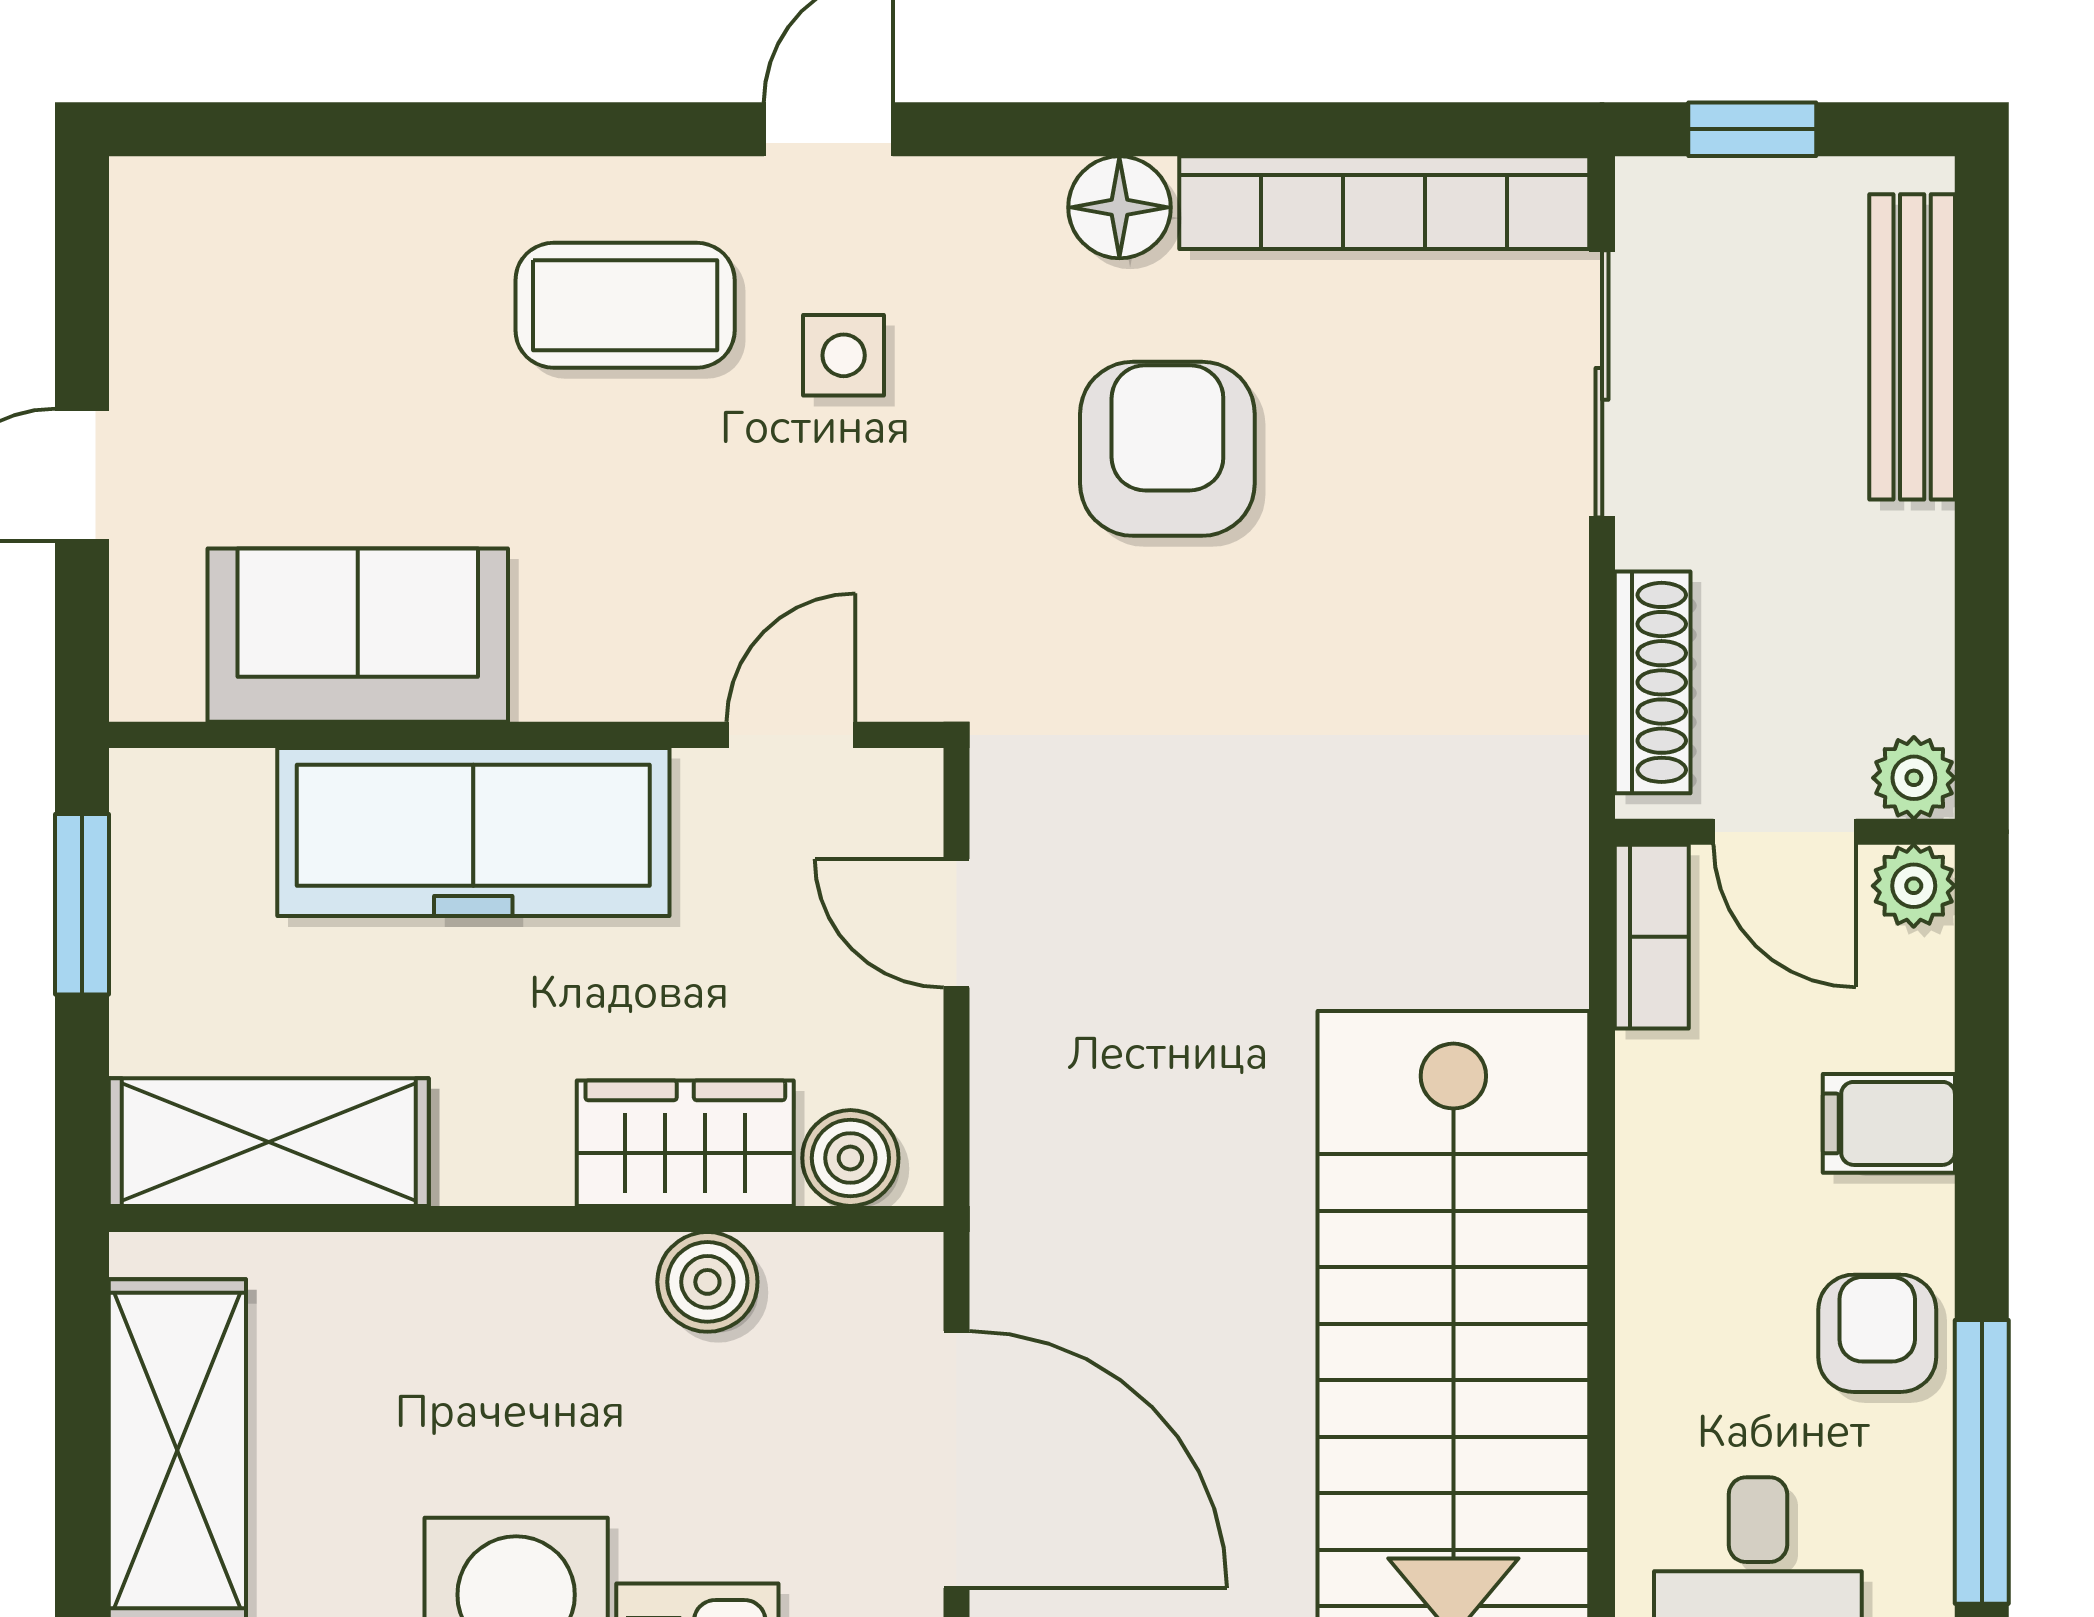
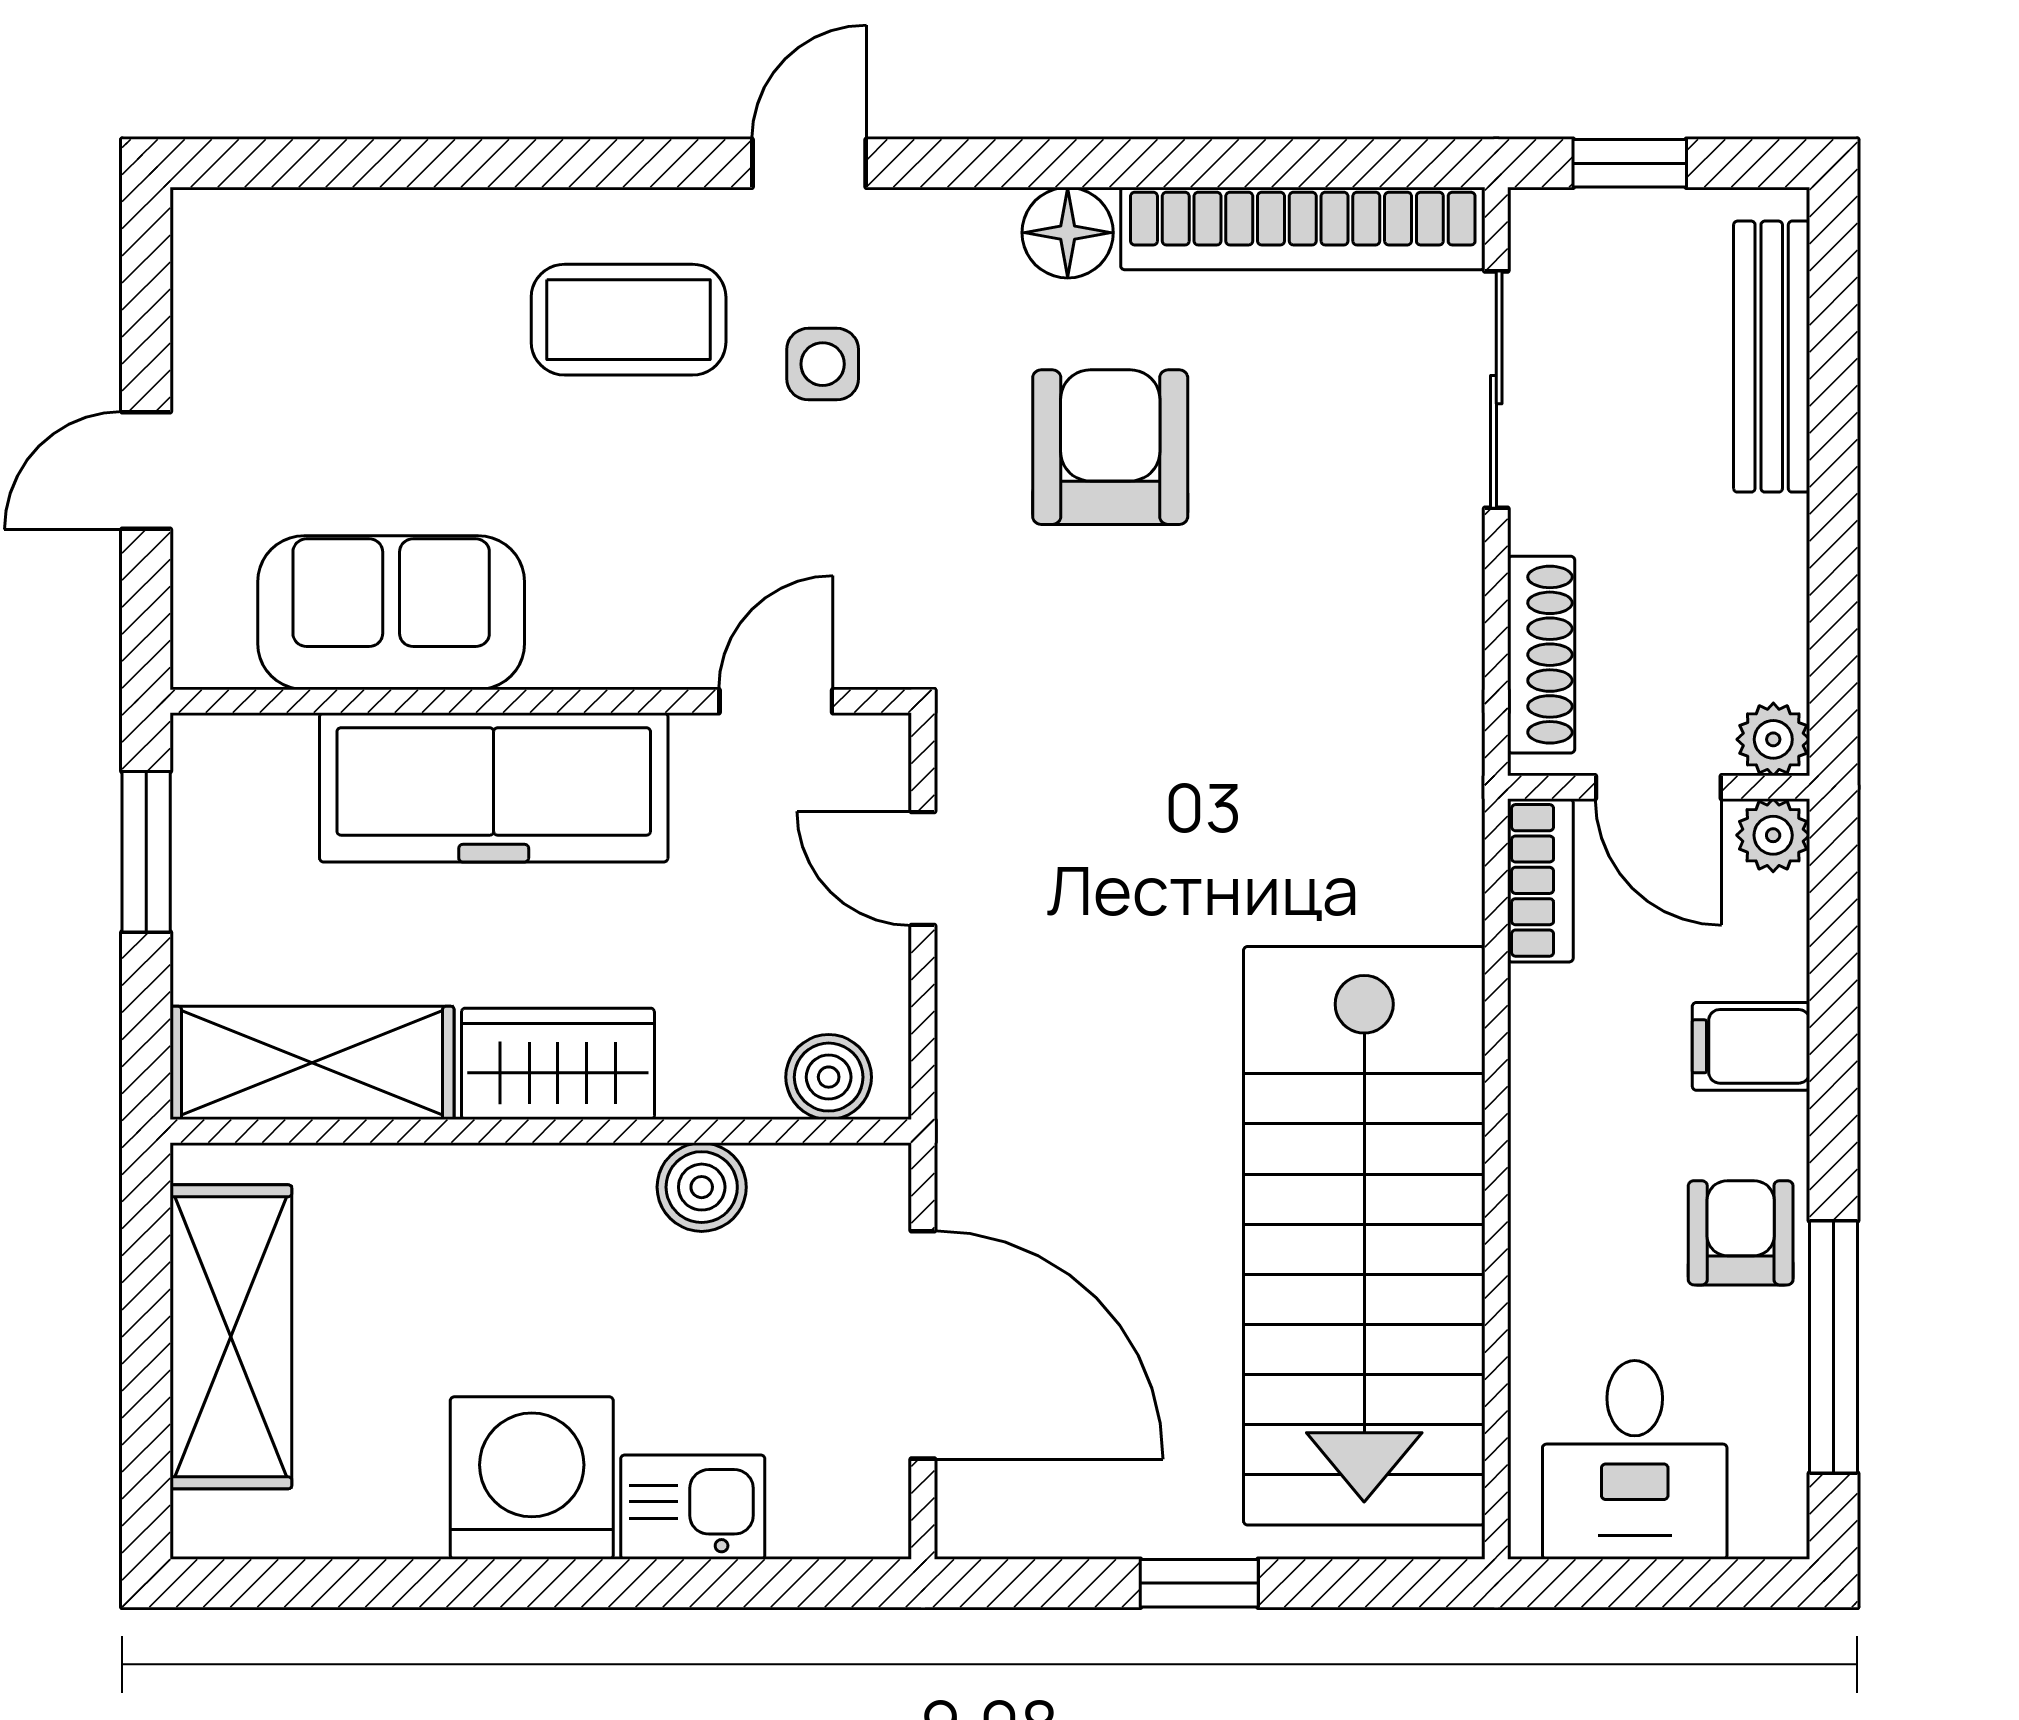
wardrobe: (685, 1143) -> (558, 1064), moved

